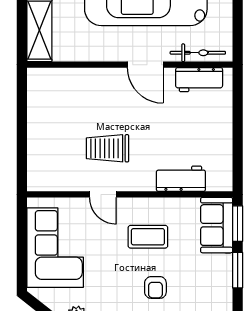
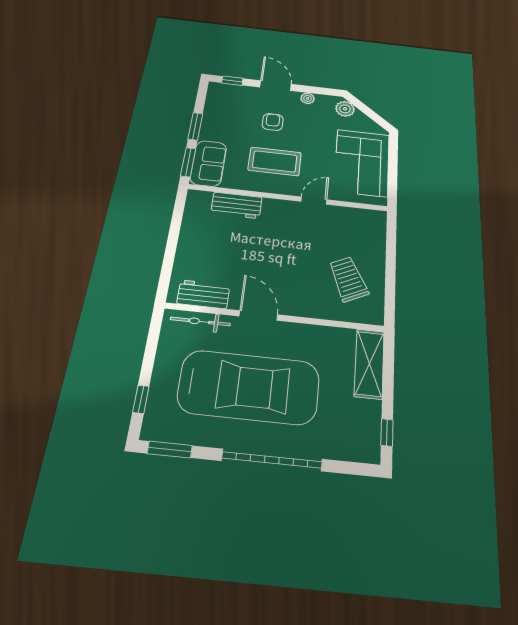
trolley: (107, 148) -> (348, 279), moved, turned -115
door: (103, 194) -> (314, 201), hinge flipped
coffee table: (148, 237) -> (275, 161), width x1.36, depth x1.32

